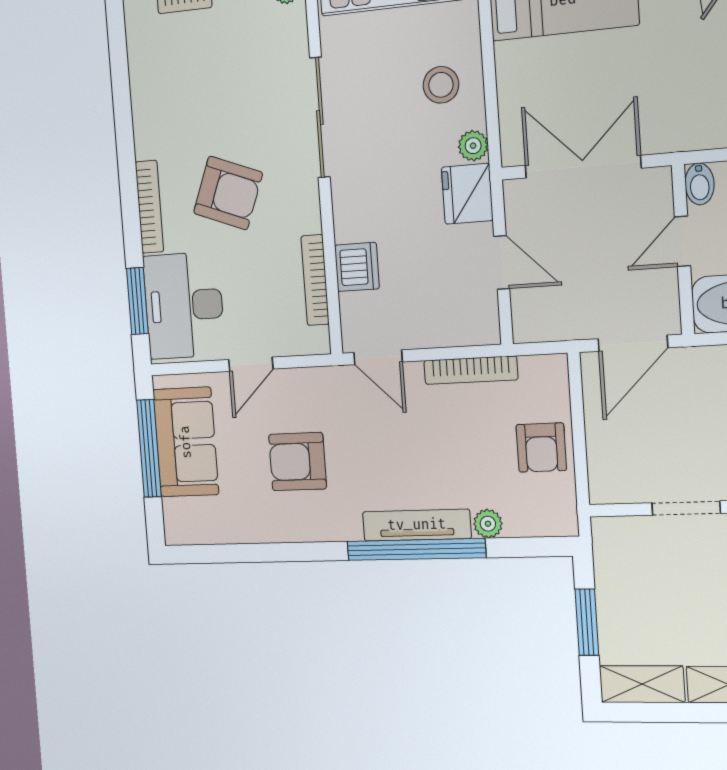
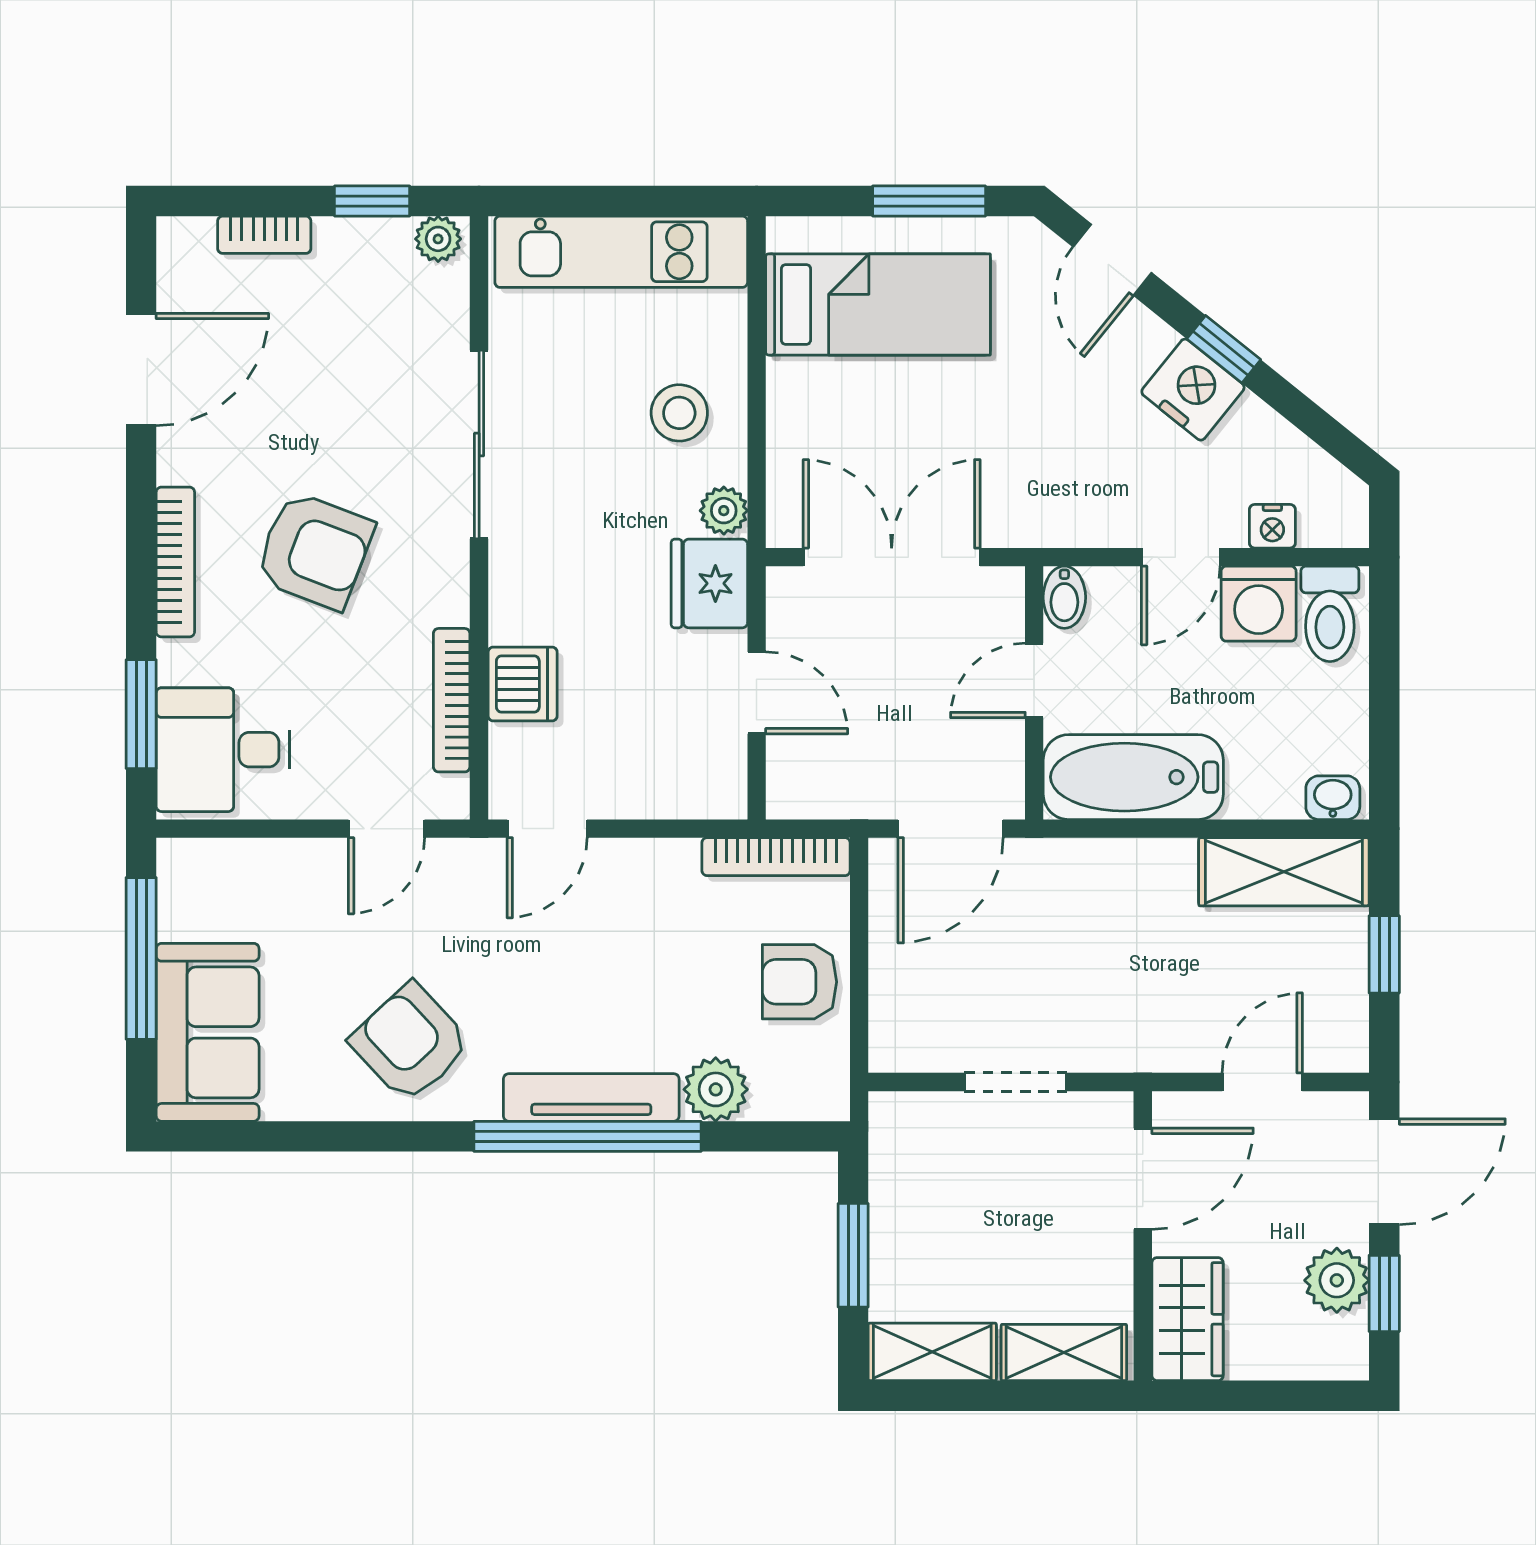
door: (121, 91) -> (141, 369), added
desk: (184, 305) -> (223, 750), width x0.73
door: (378, 357) -> (547, 829), hinge flipped
door: (251, 364) -> (386, 829), moved
bookcase: (471, 370) -> (776, 857), moved
sofa: (186, 442) -> (208, 1032), moved
armchair: (541, 448) -> (800, 982), turned 90
armchair: (298, 462) -> (410, 1043), moved, turned 47
plant: (488, 524) -> (716, 1089), width x1.38, depth x1.38

